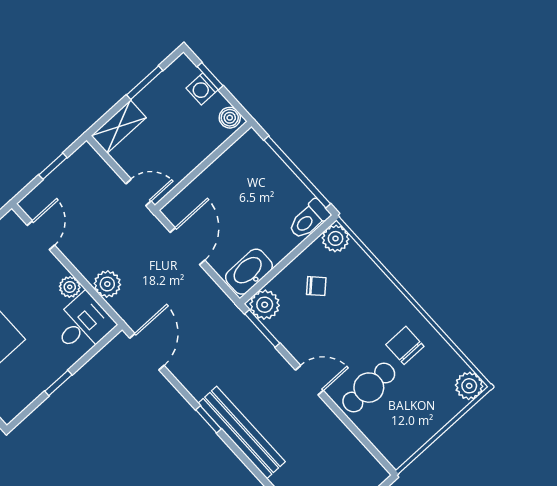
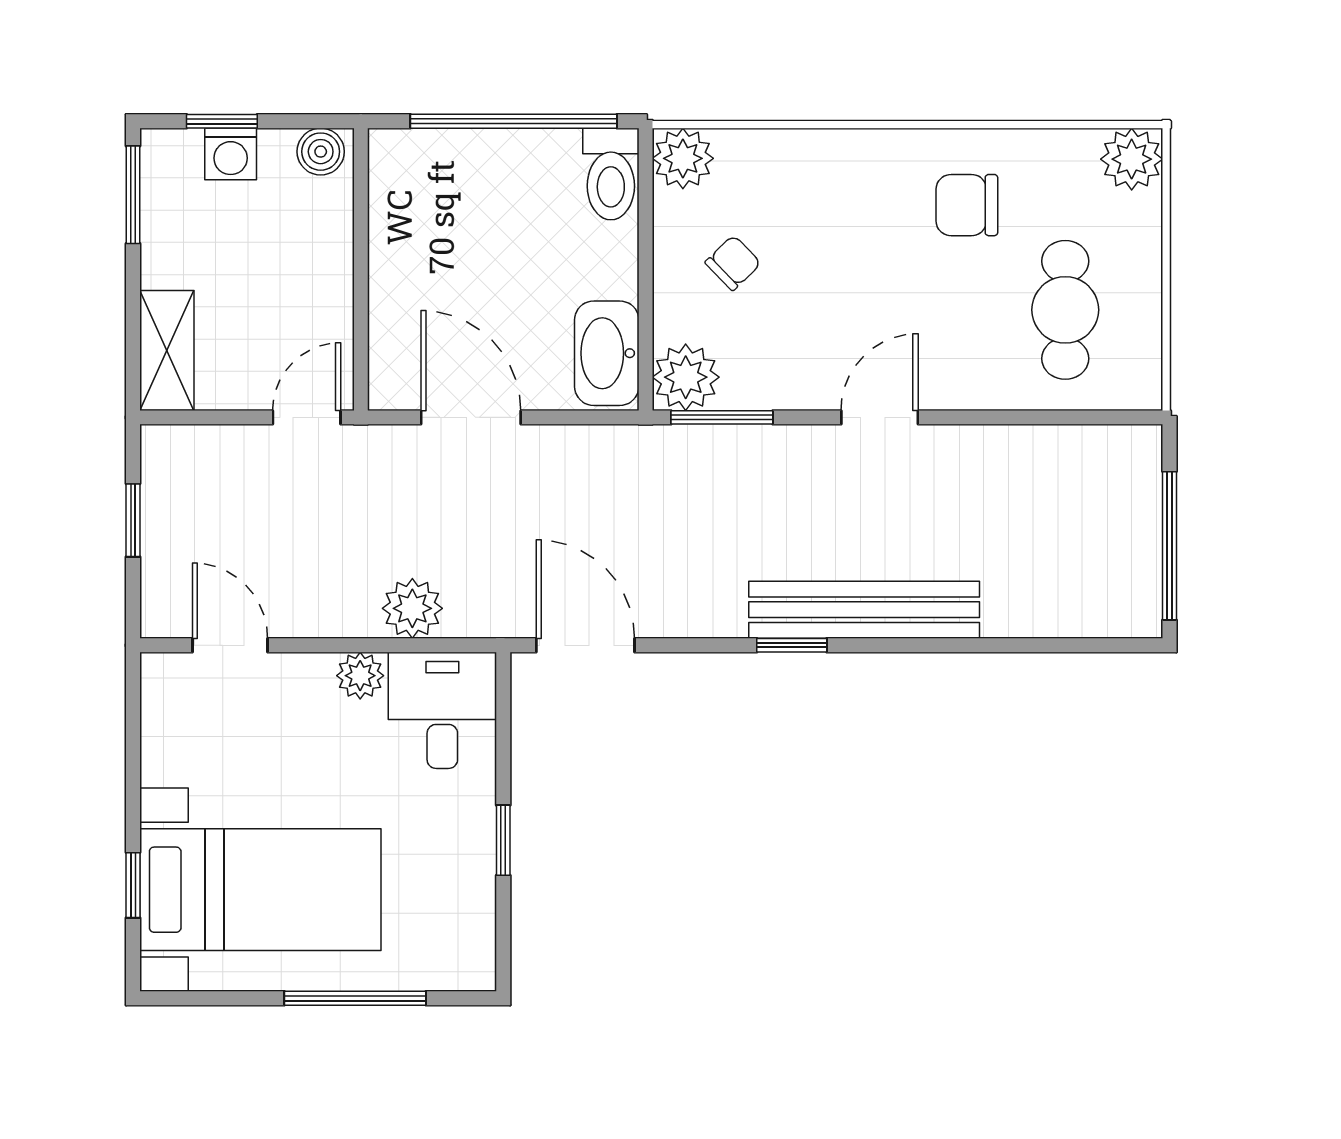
window: (145, 83) -> (133, 195), moved
cafe table: (369, 388) -> (1065, 310), moved

